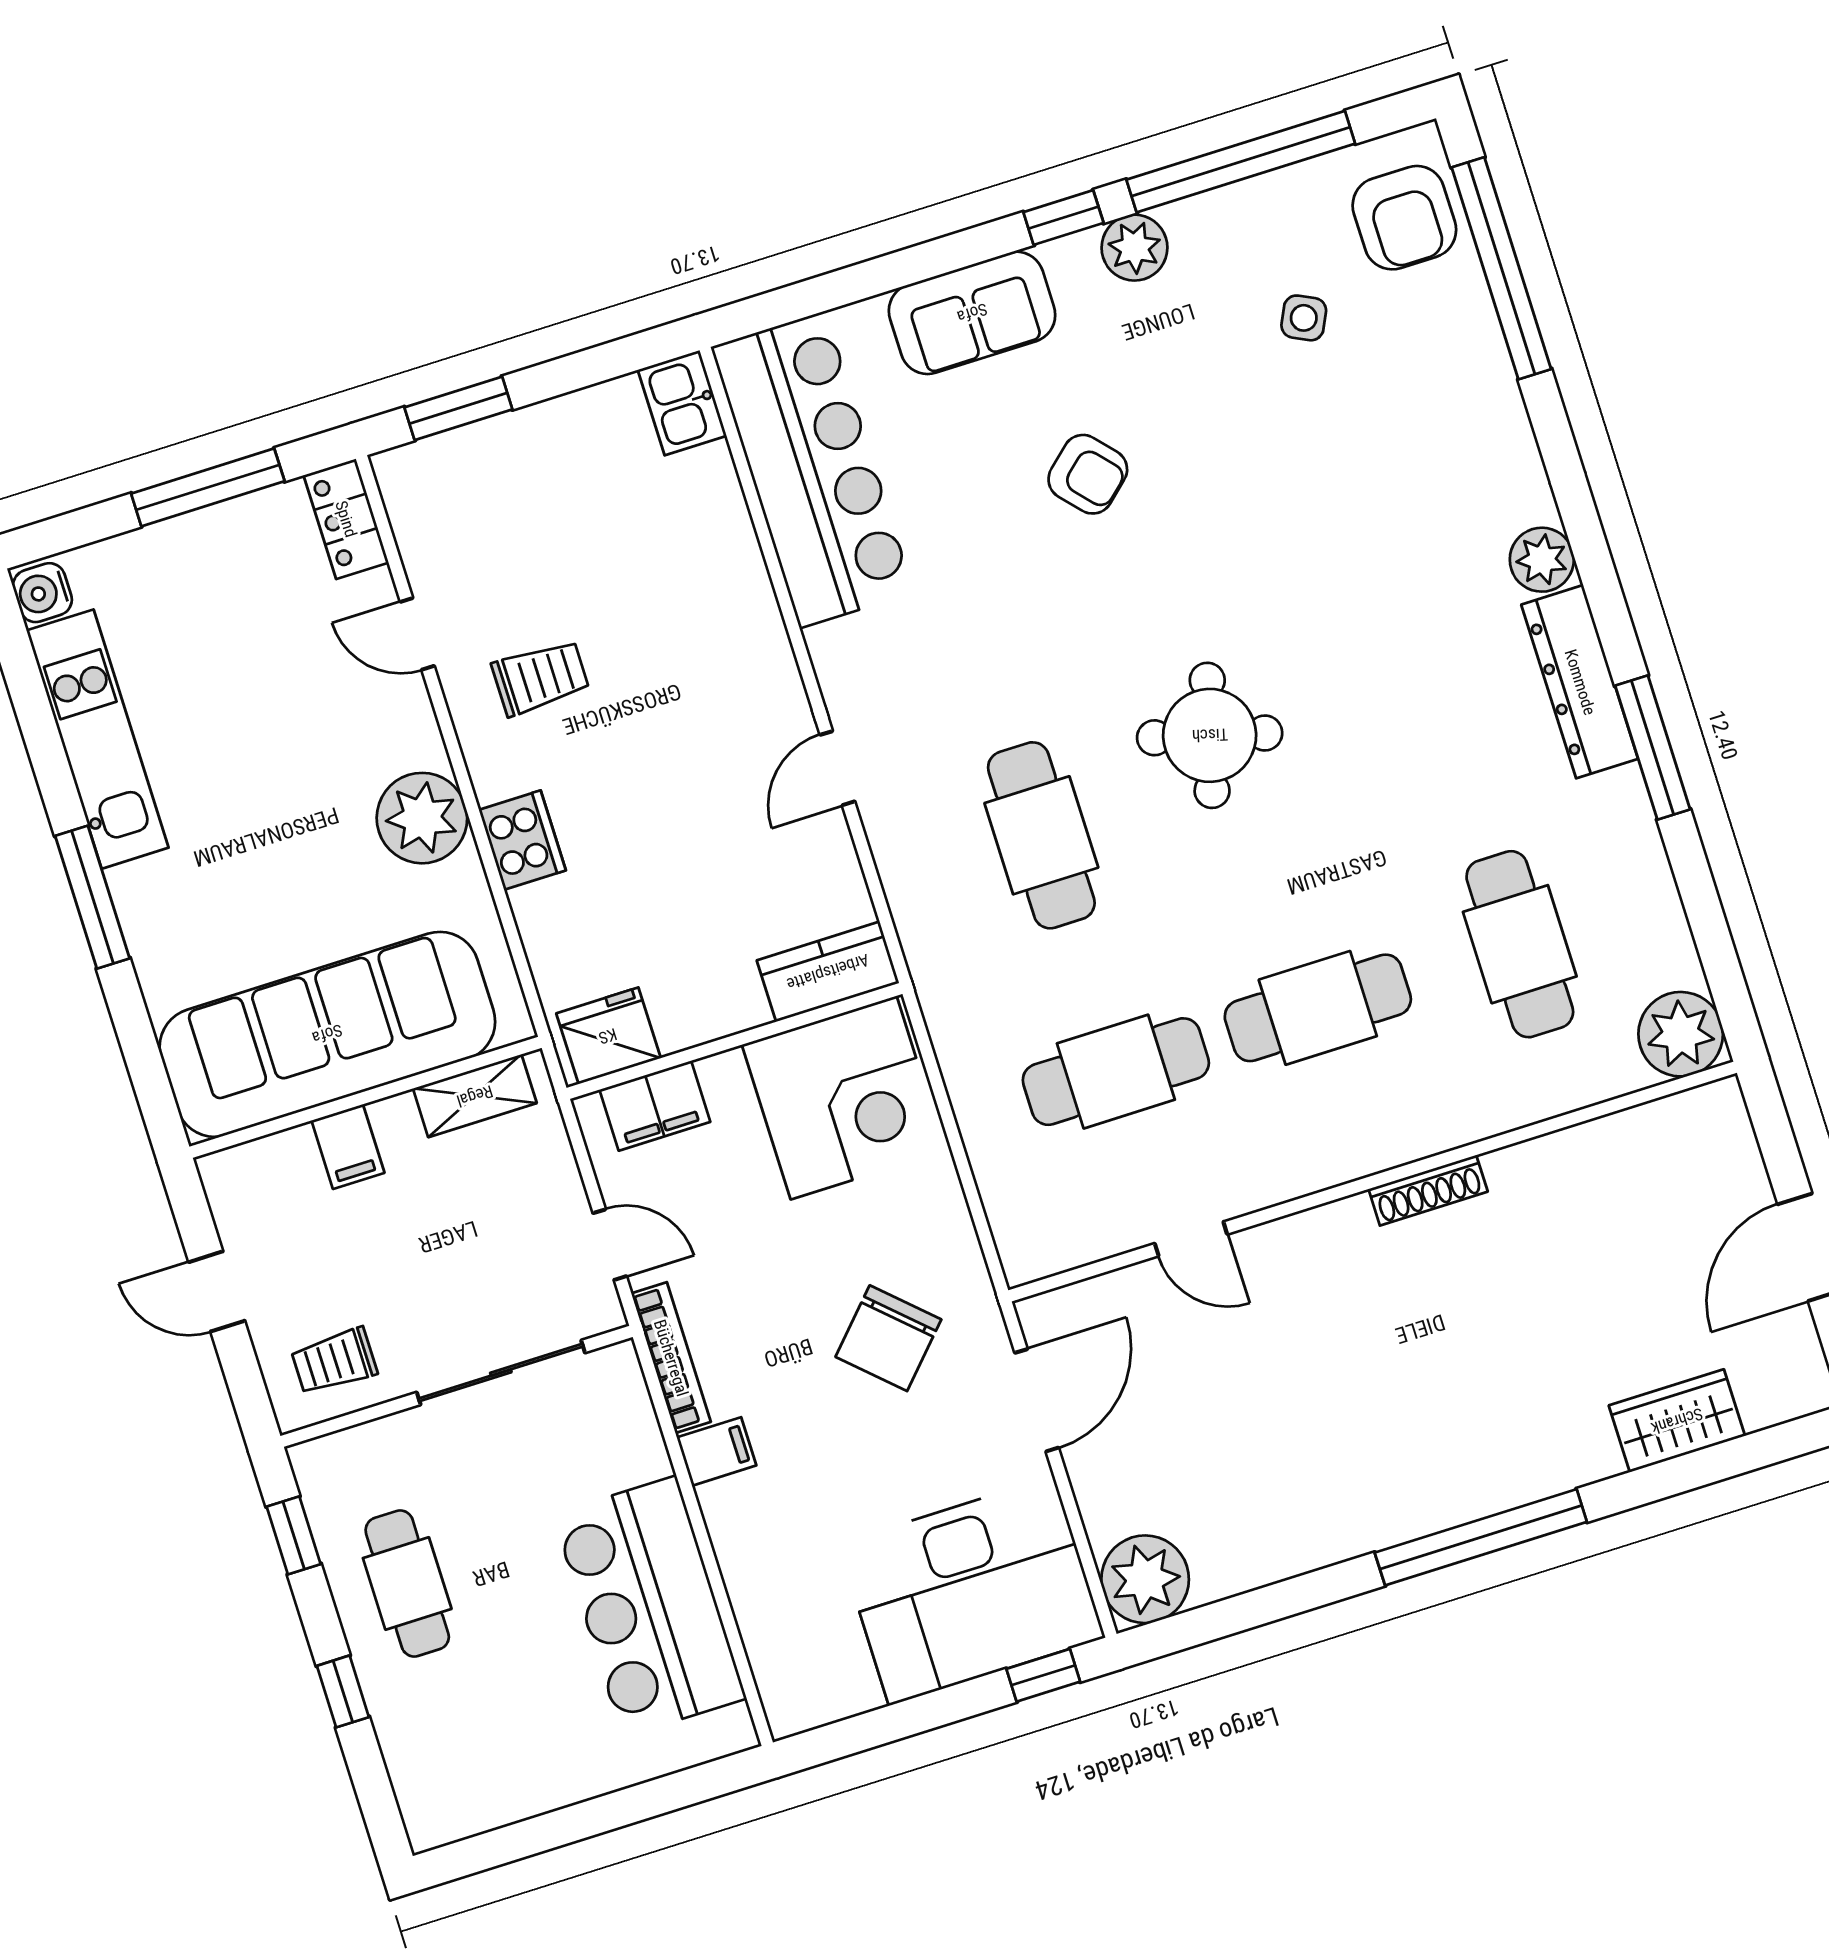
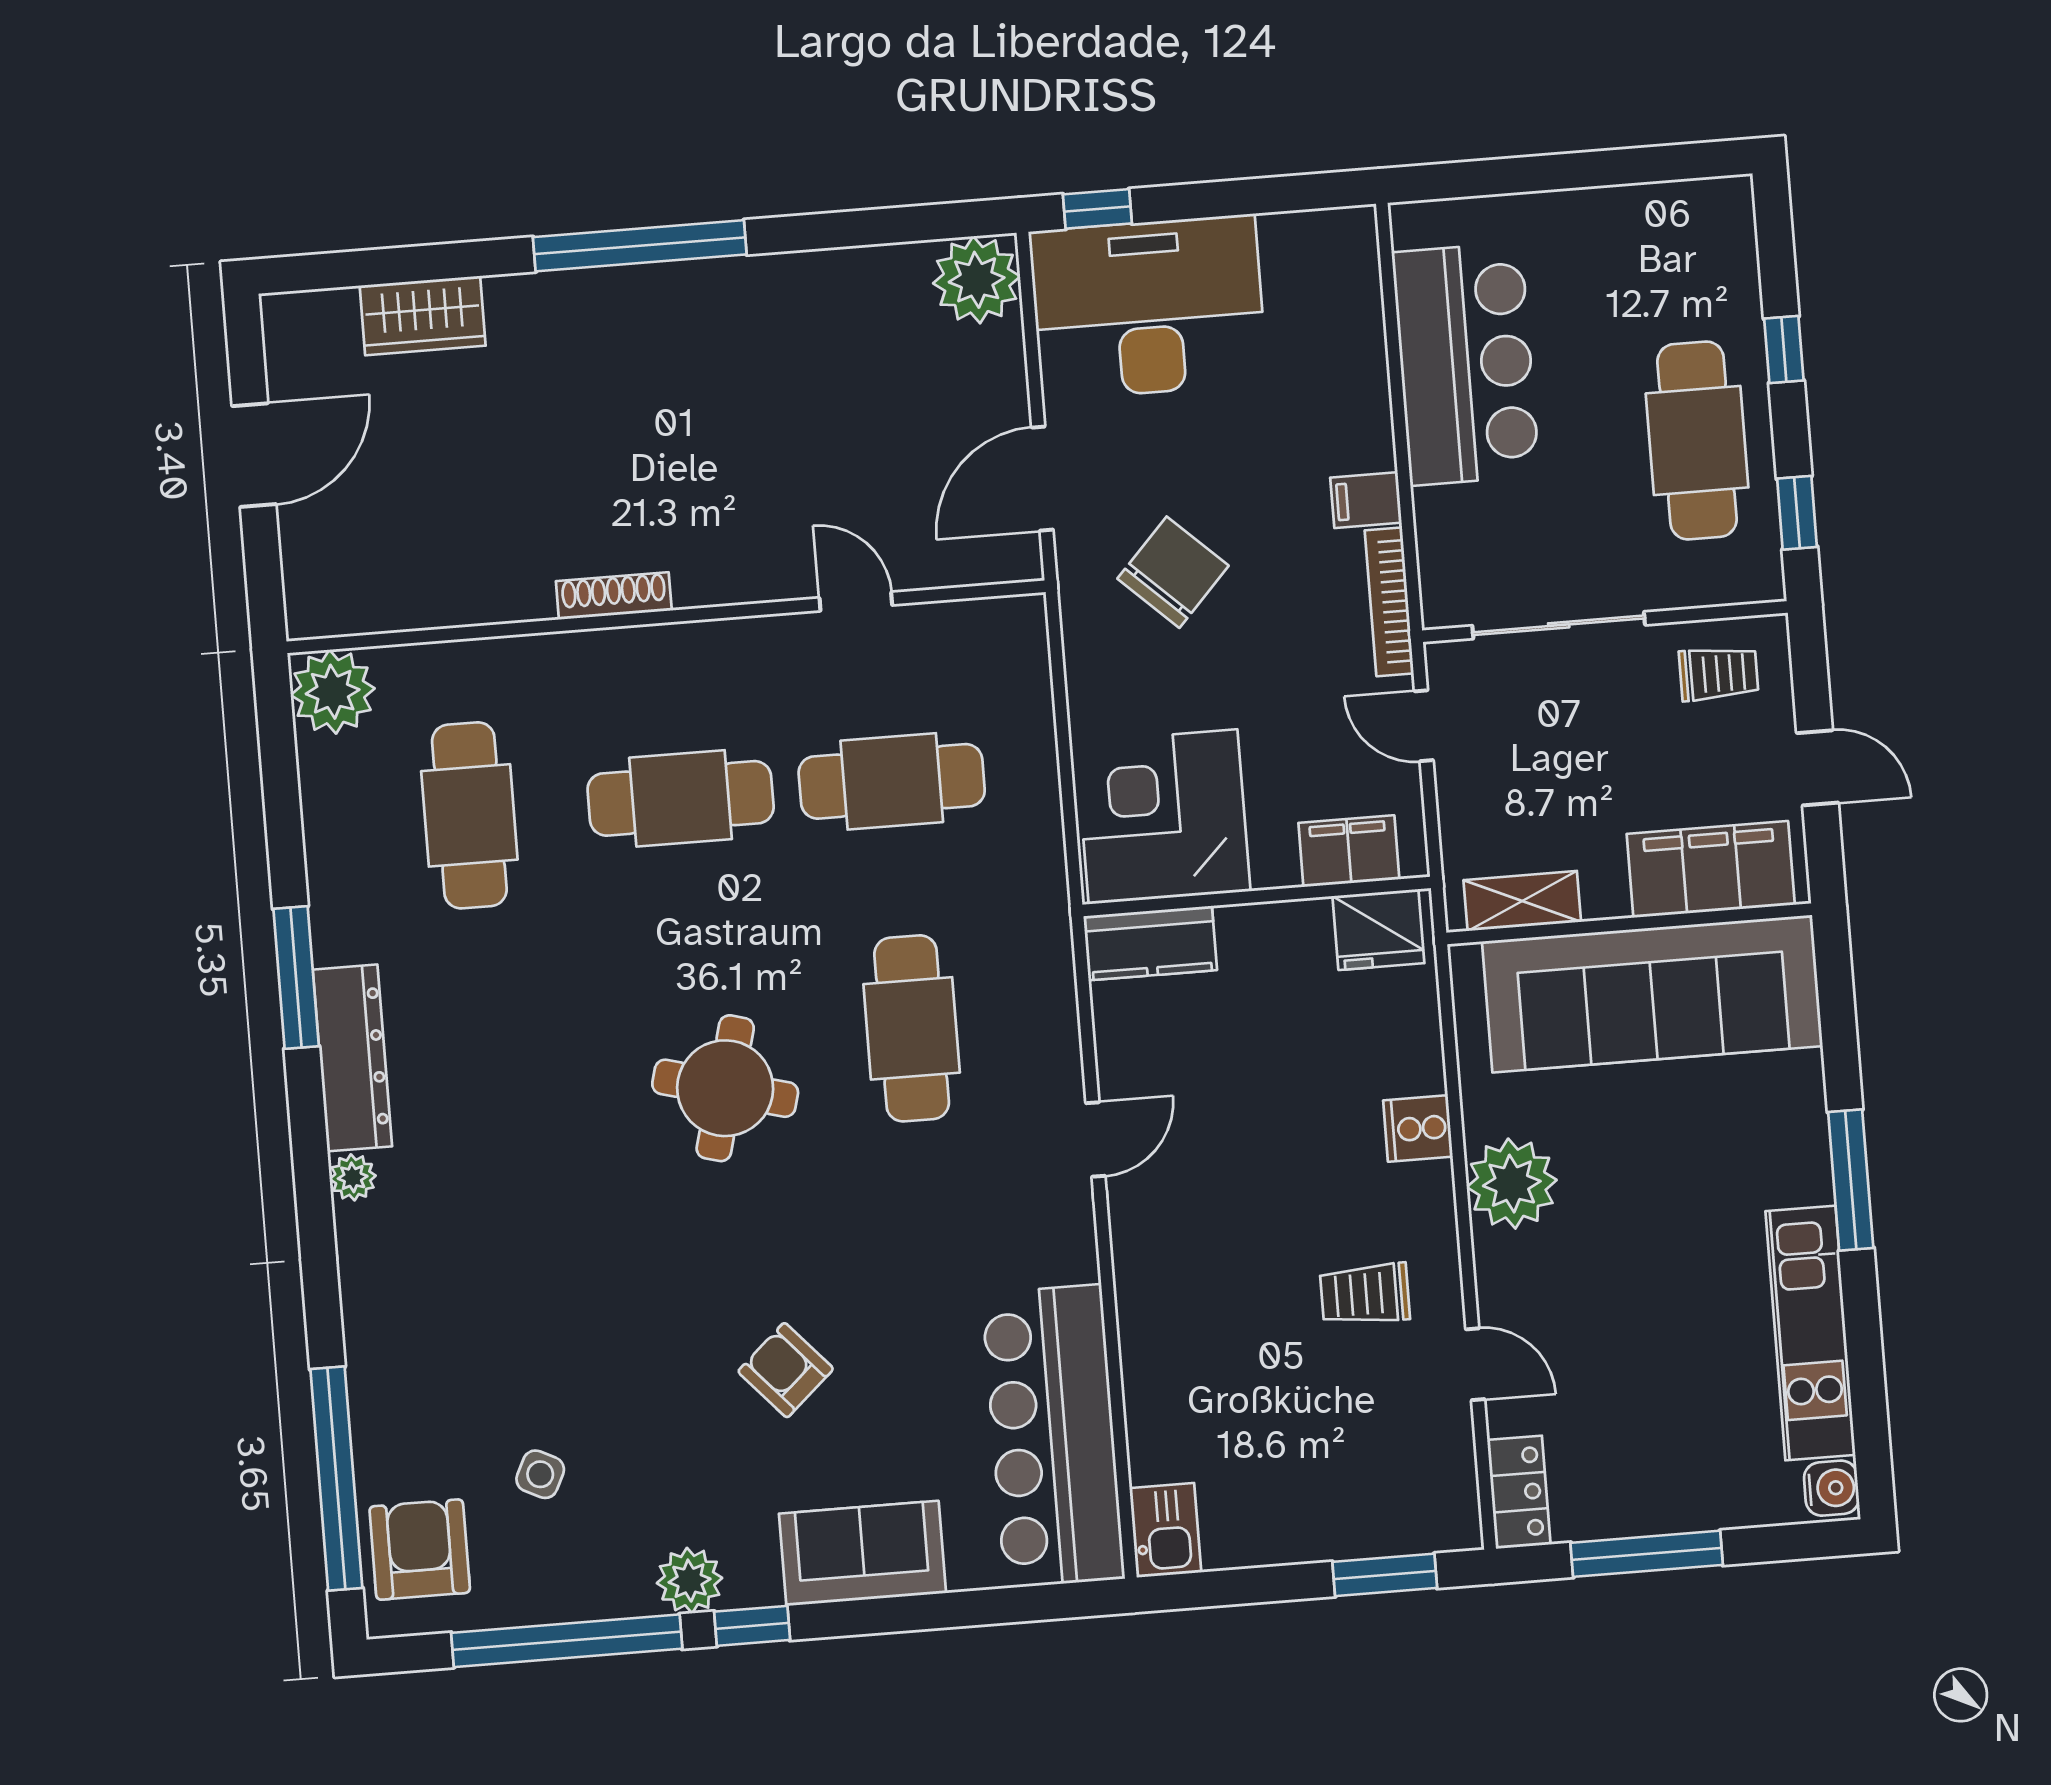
plant: (1542, 560) -> (353, 1177), width x0.73, depth x0.73
cooker: (522, 840) -> (1418, 1129), width x0.73
filing cabinet: (348, 1147) -> (1711, 869), width x3.00, depth x1.17
cafe table: (407, 1583) -> (1697, 440), width x1.37, depth x1.35

